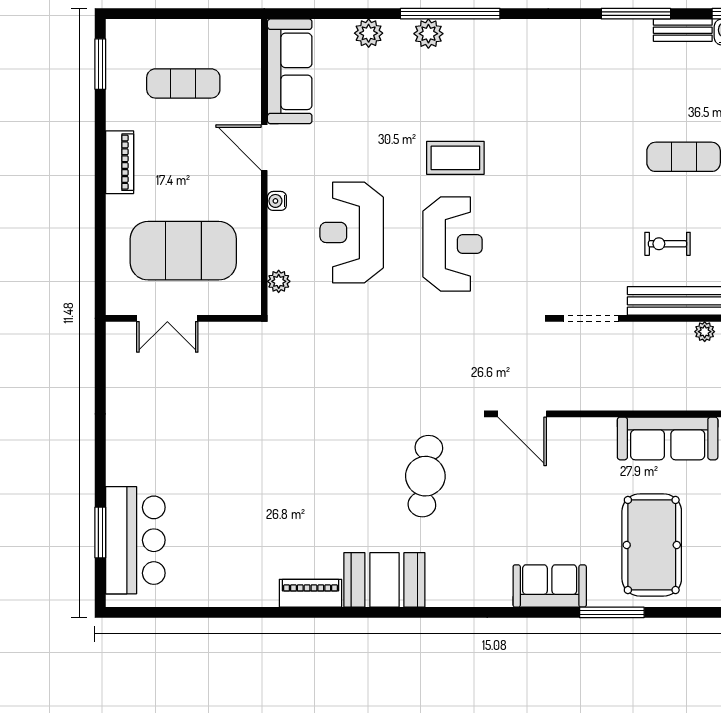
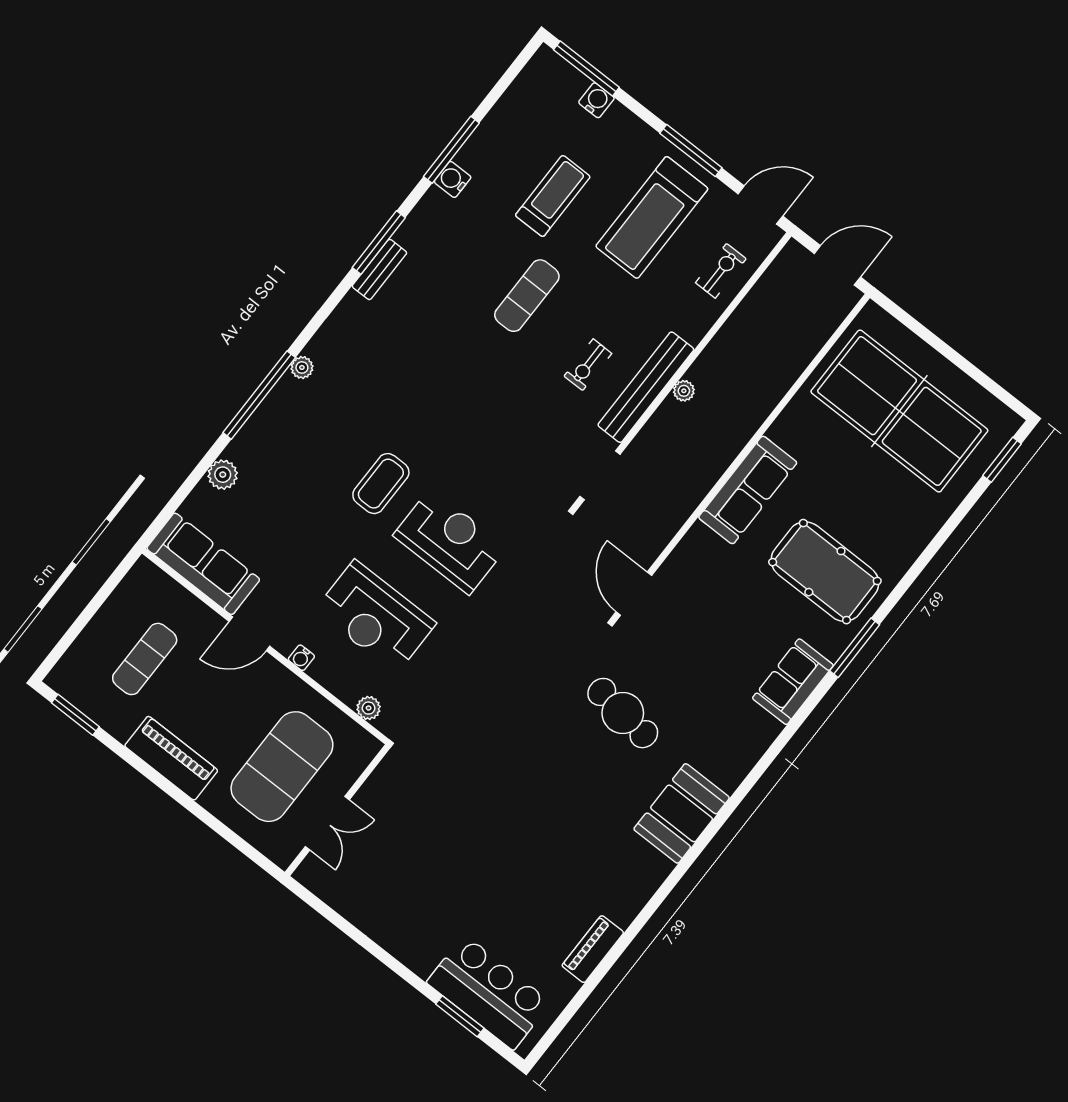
bench: (683, 30) -> (379, 269), moved
plant: (428, 34) -> (302, 367), moved, width x0.73, depth x0.73
piano: (120, 162) -> (171, 758), width x1.37, depth x1.33
door: (522, 414) -> (634, 594), swing flipped
piano: (311, 593) -> (593, 949), moved

